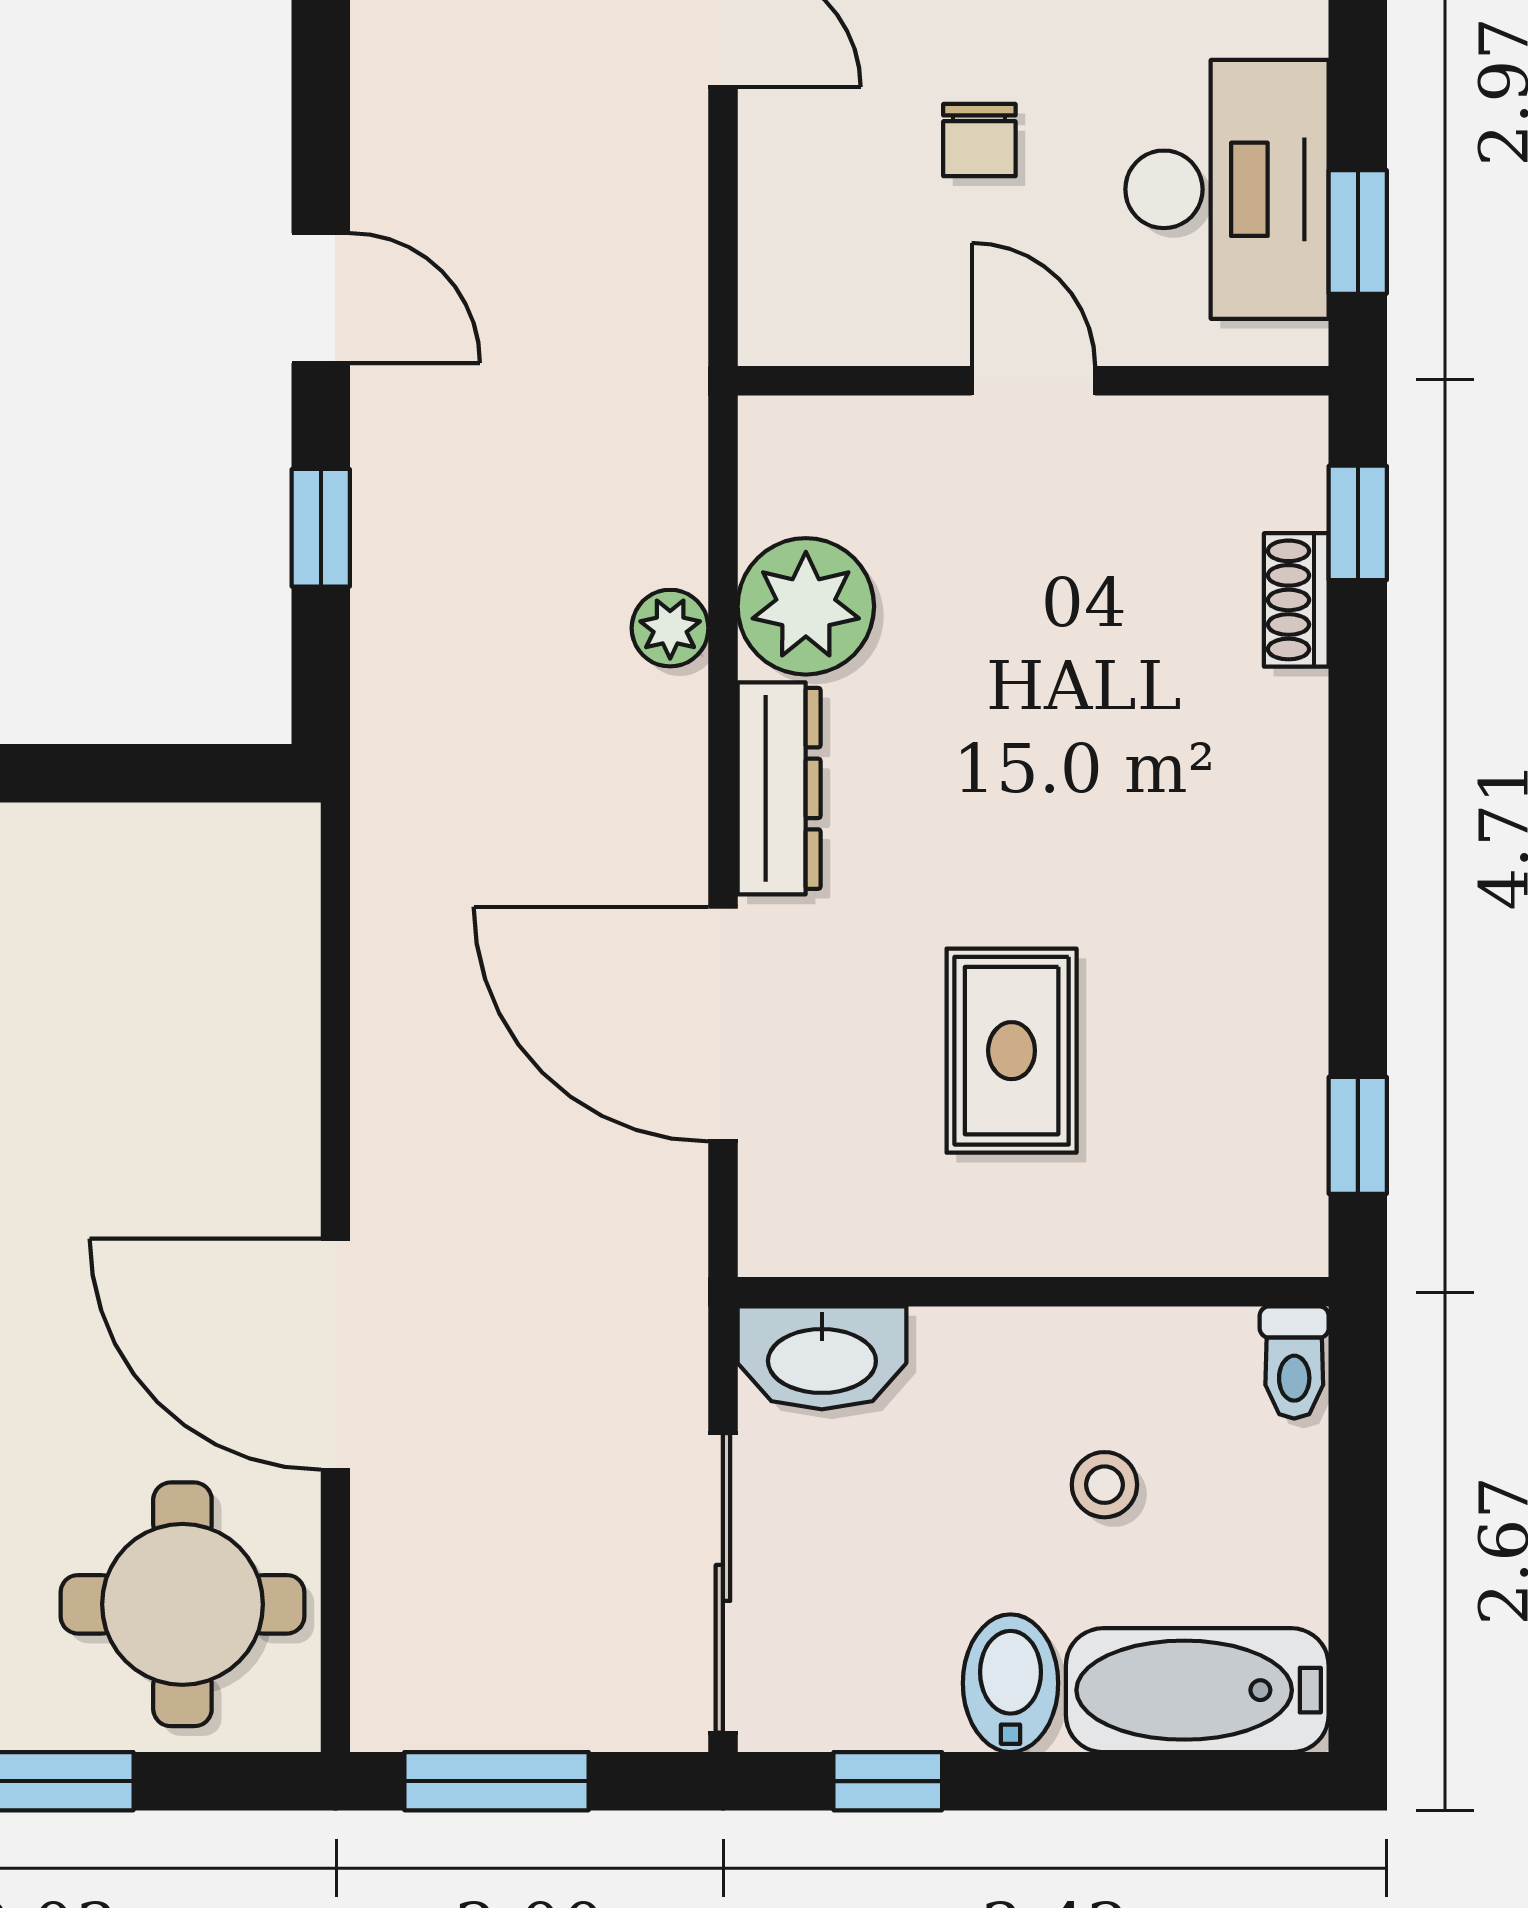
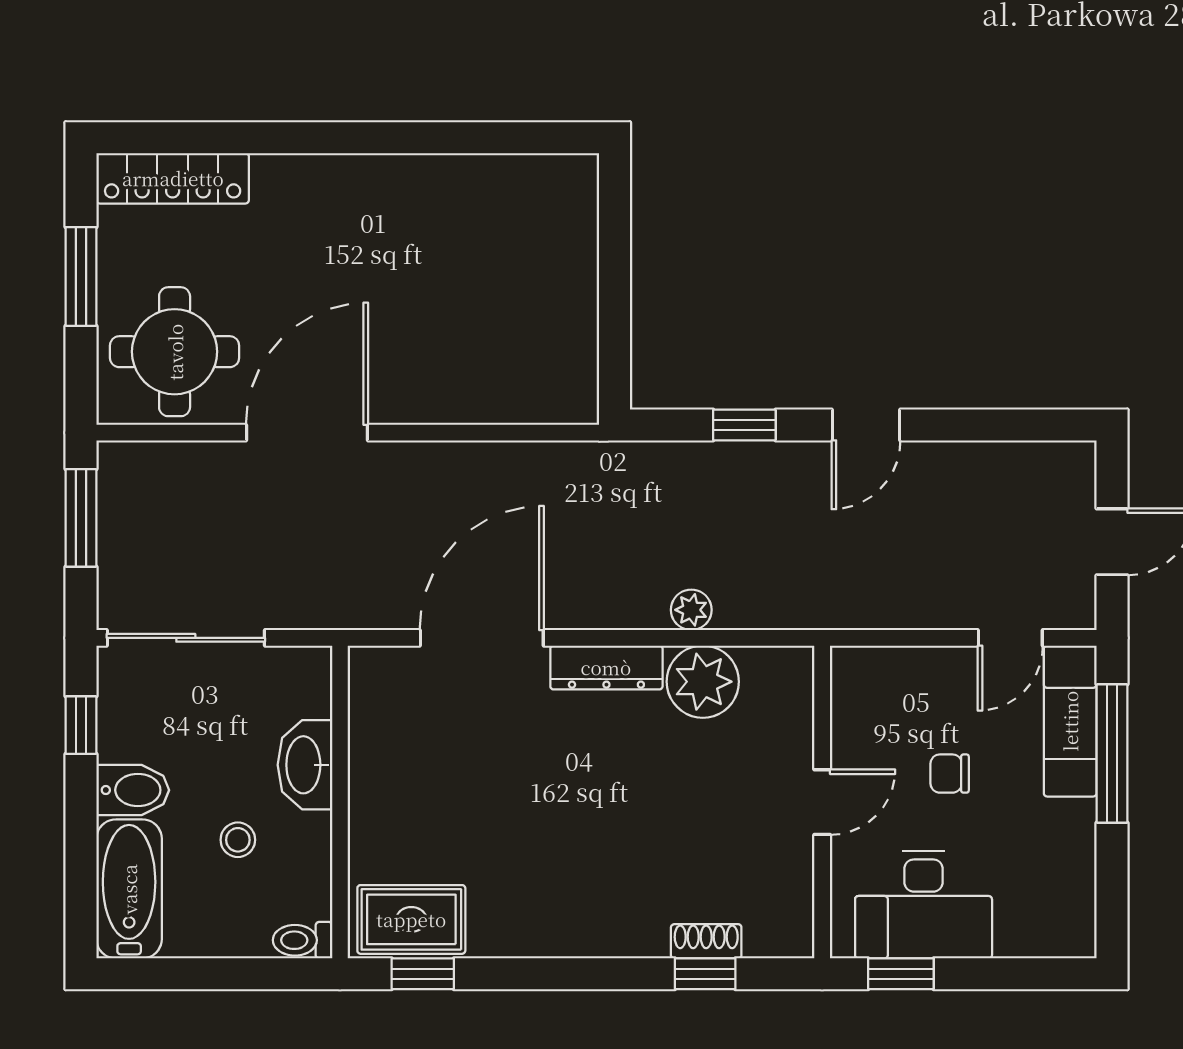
window: (1358, 523) -> (705, 974), moved
rug: (1012, 1051) -> (411, 919), moved
washbasin: (822, 1358) -> (305, 765), moved

